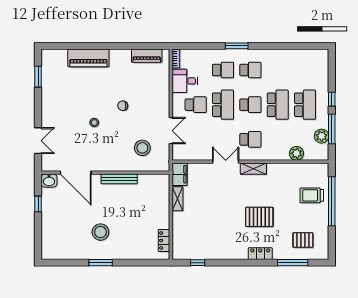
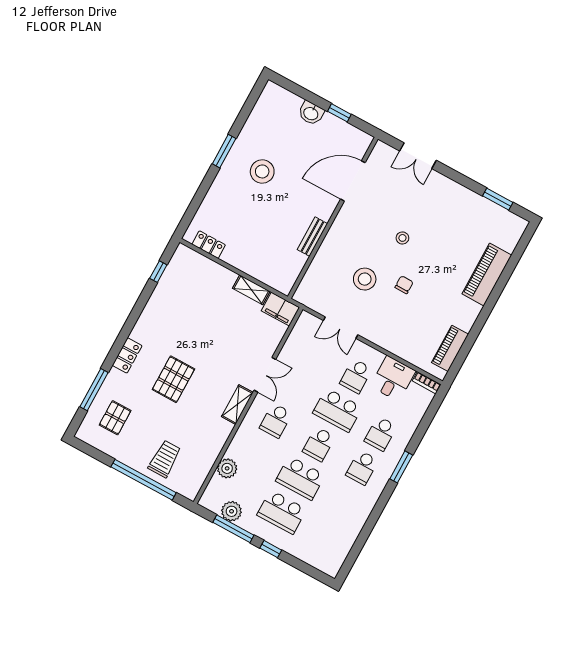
stool: (142, 148) -> (365, 279), moved
bench: (119, 179) -> (312, 237), width x0.73
washbasin: (49, 181) -> (311, 113), moved, turned -90

